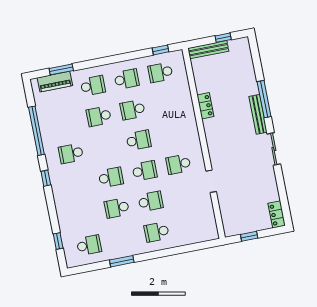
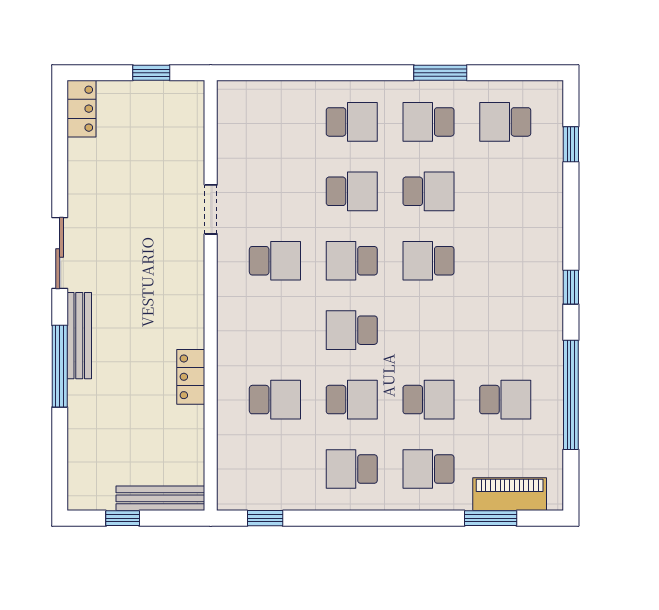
school desk: (160, 72) -> (275, 400), moved
school desk: (71, 153) -> (505, 400), moved
school desk: (151, 201) -> (352, 191), turned 180
school desk: (123, 239) -> (428, 122), added

